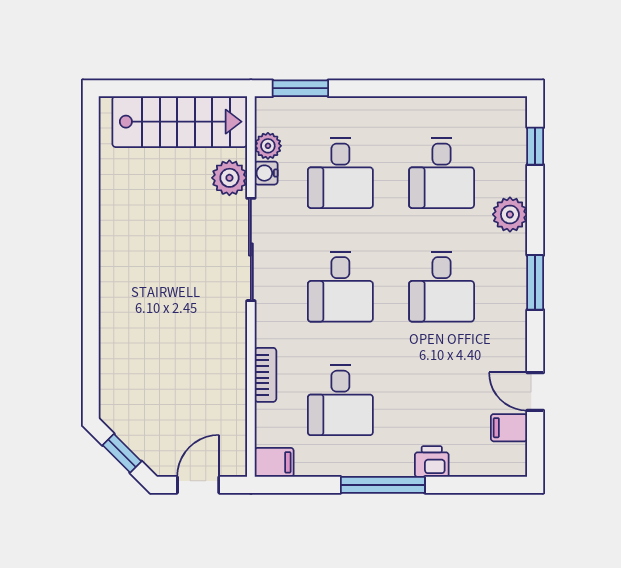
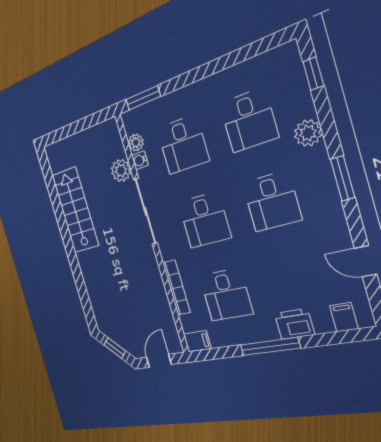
stairs: (180, 122) -> (75, 210), moved, turned -90
bookcase: (265, 375) -> (176, 288), width x1.56
filing cabinet: (509, 428) -> (344, 317), moved, turned 90
printer: (432, 462) -> (294, 324), width x1.36, depth x1.24

